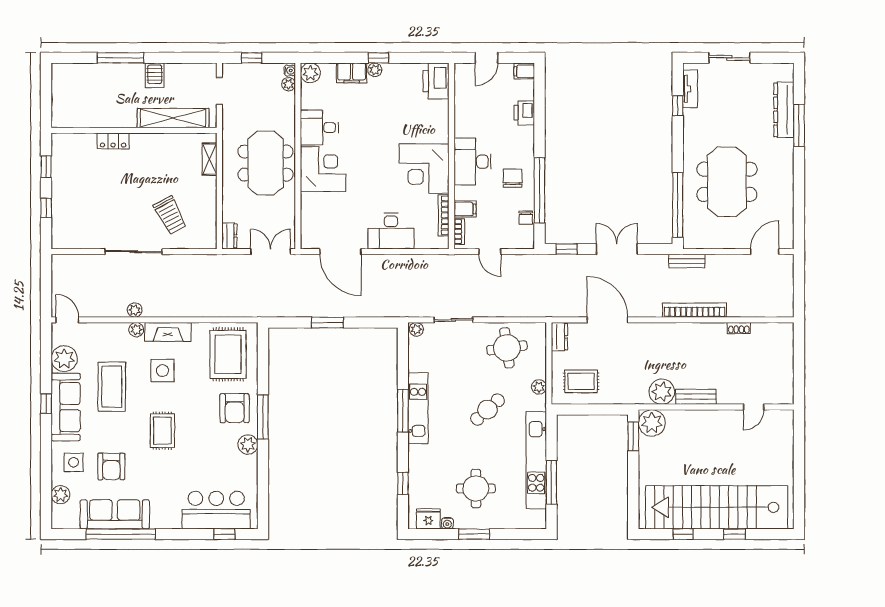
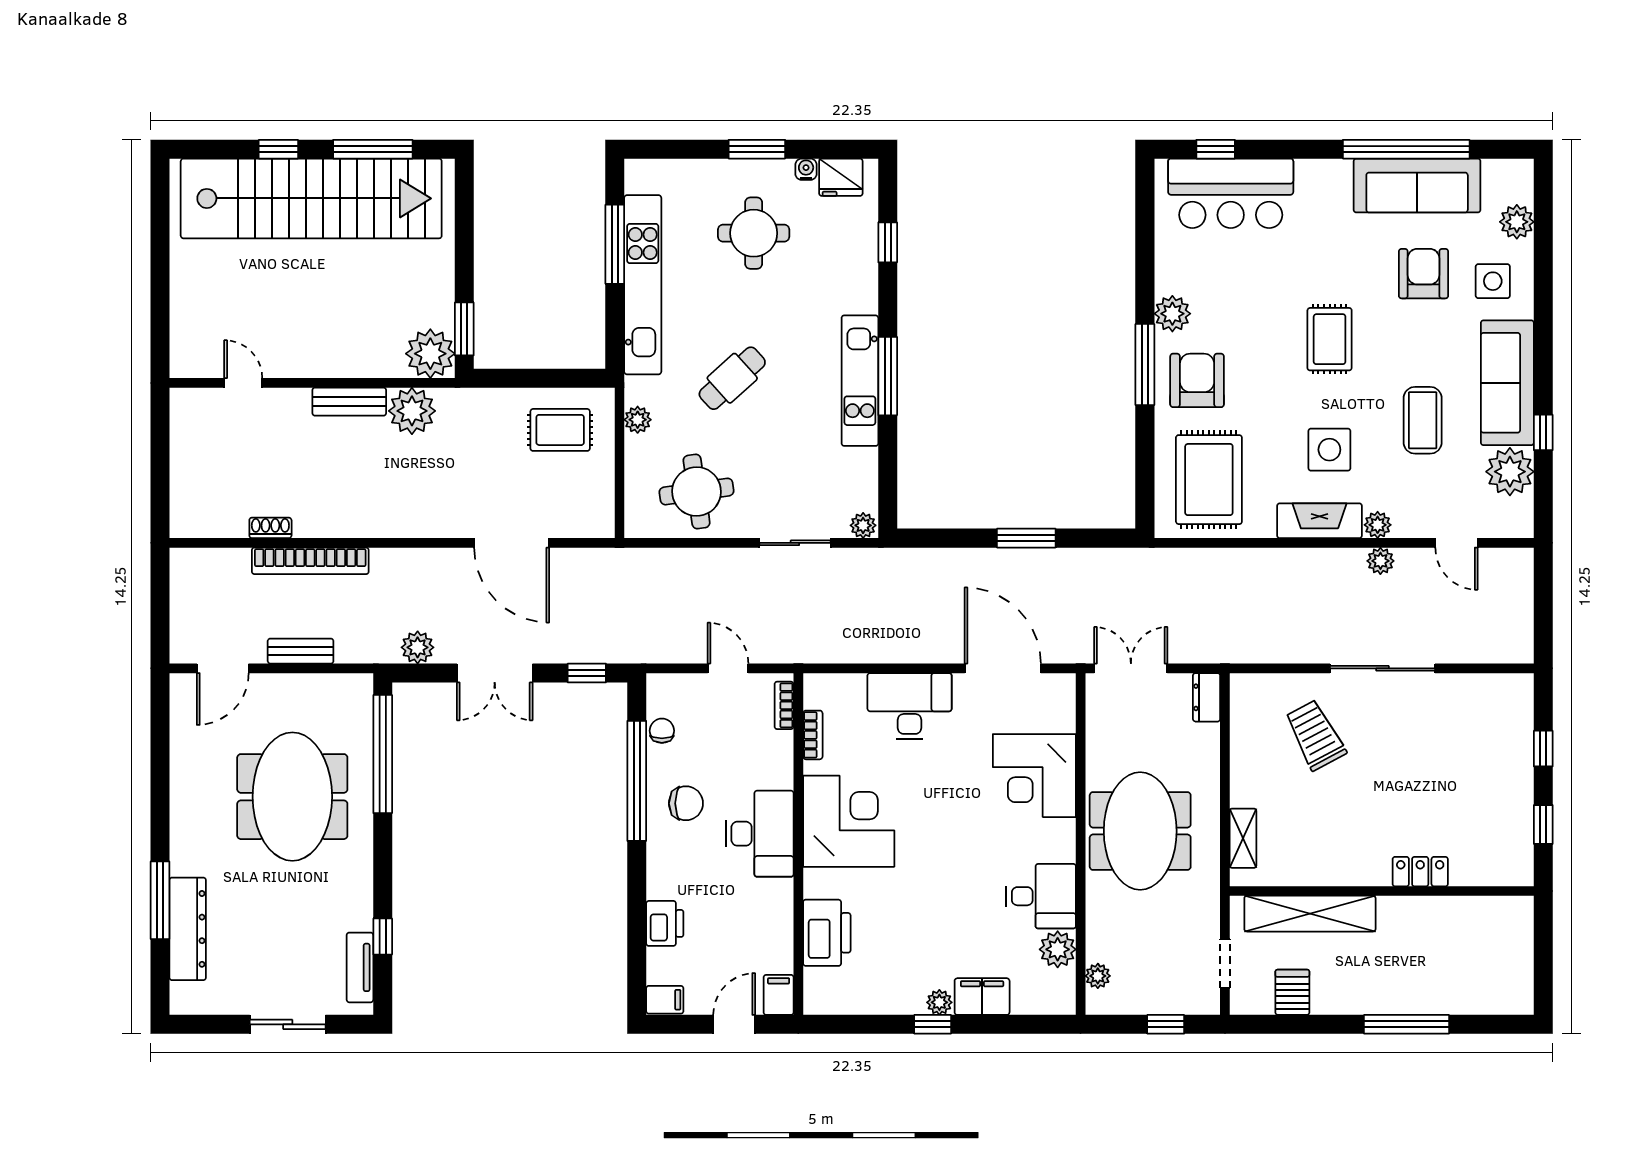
water cooler: (290, 71) -> (1096, 1001), removed
plant: (310, 73) -> (1058, 949), moved
server rack: (155, 75) -> (1292, 992), moved
printer: (436, 81) -> (827, 933), moved
corner desk: (323, 169) -> (1034, 776), moved
chair: (513, 178) -> (686, 803), turned -90
filing cabinet: (465, 209) -> (779, 995), moved, turned 90
bookcase: (444, 215) -> (813, 735), width x0.64
double door: (271, 252) -> (1131, 668), swing flipped
bench: (687, 261) -> (301, 651), moved
plant: (659, 263) -> (418, 647), added
bookcase: (694, 310) -> (310, 561), moved
door: (67, 320) -> (1456, 543), moved
dresser: (559, 337) -> (600, 512), removed
coffee table: (112, 387) -> (1423, 420), width x0.73, depth x0.76
window: (46, 403) -> (1543, 432), moved
door: (754, 407) -> (243, 383), hinge flipped
window: (683, 534) -> (373, 149), width x2.17

